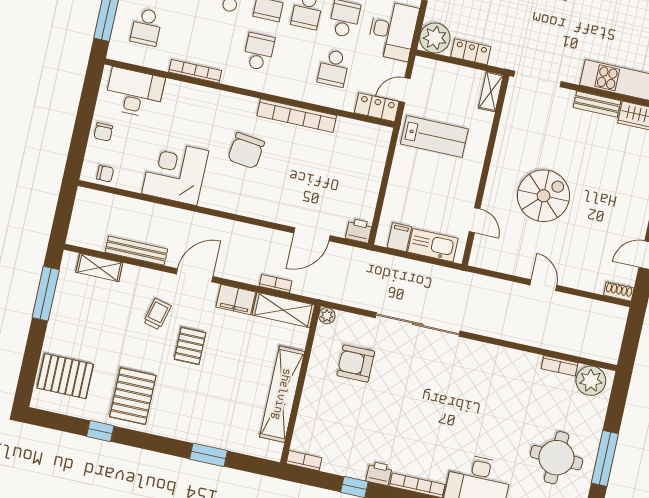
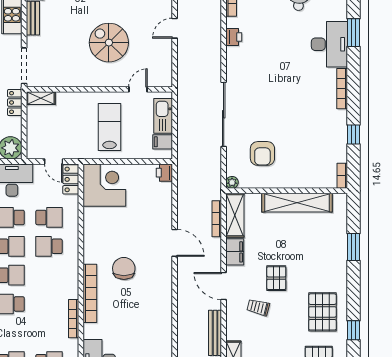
school desk: (259, 52) -> (49, 246), moved
locker: (471, 52) -> (15, 102), moved
bookcase: (297, 116) -> (90, 293), moved
lab bench: (434, 136) -> (109, 127), moved
chair: (246, 151) -> (124, 268), turned -97
corner desk: (175, 172) -> (104, 185), moved, turned 180
door: (312, 234) -> (175, 243), moved
bookcase: (276, 284) -> (217, 219), width x1.56
pallet: (190, 346) -> (276, 278), turned 90
pallet: (133, 396) -> (322, 312), turned 90
printer: (379, 473) -> (234, 37), moved, turned 180

